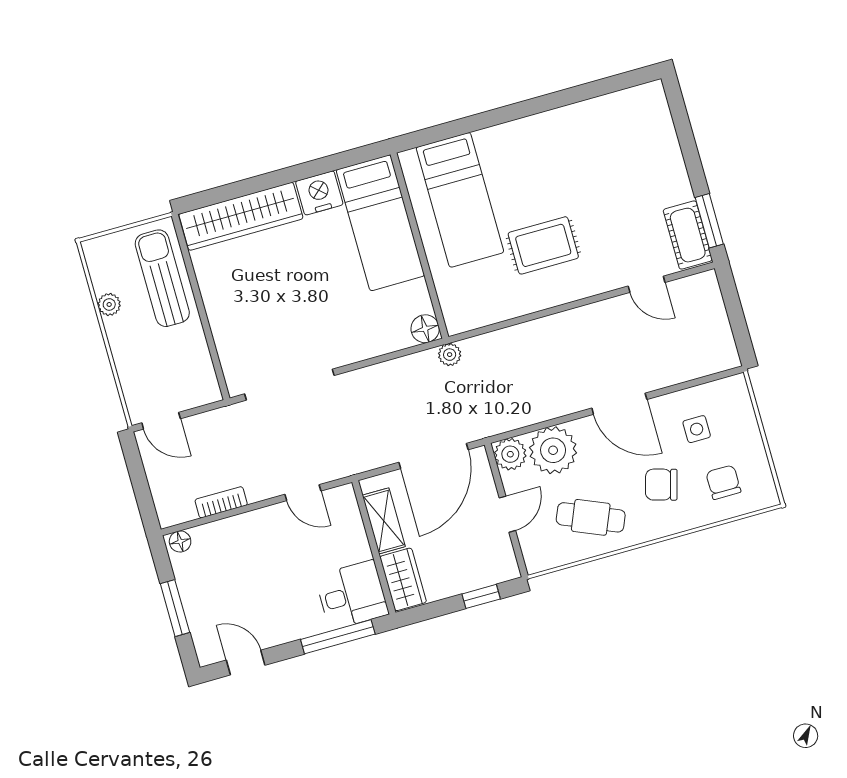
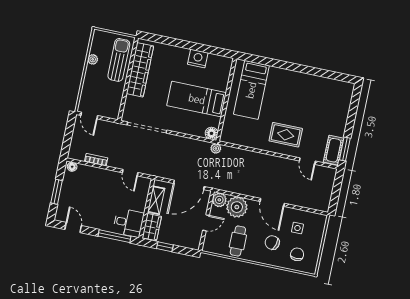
wardrobe: (241, 216) -> (140, 70), moved, turned -90
bed: (380, 223) -> (197, 99), moved, turned 90
rug: (543, 245) -> (286, 135), moved
cafe table: (591, 517) -> (238, 241), turned 67
window: (481, 596) -> (165, 247), moved

